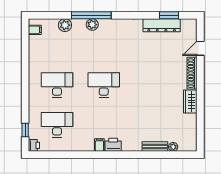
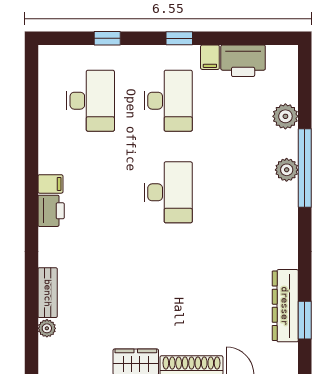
filing cabinet: (35, 30) -> (210, 57), moved
window: (25, 79) -> (179, 38), added
window: (25, 130) -> (107, 38), moved
printer: (34, 145) -> (243, 61), moved, width x1.87, depth x1.48

